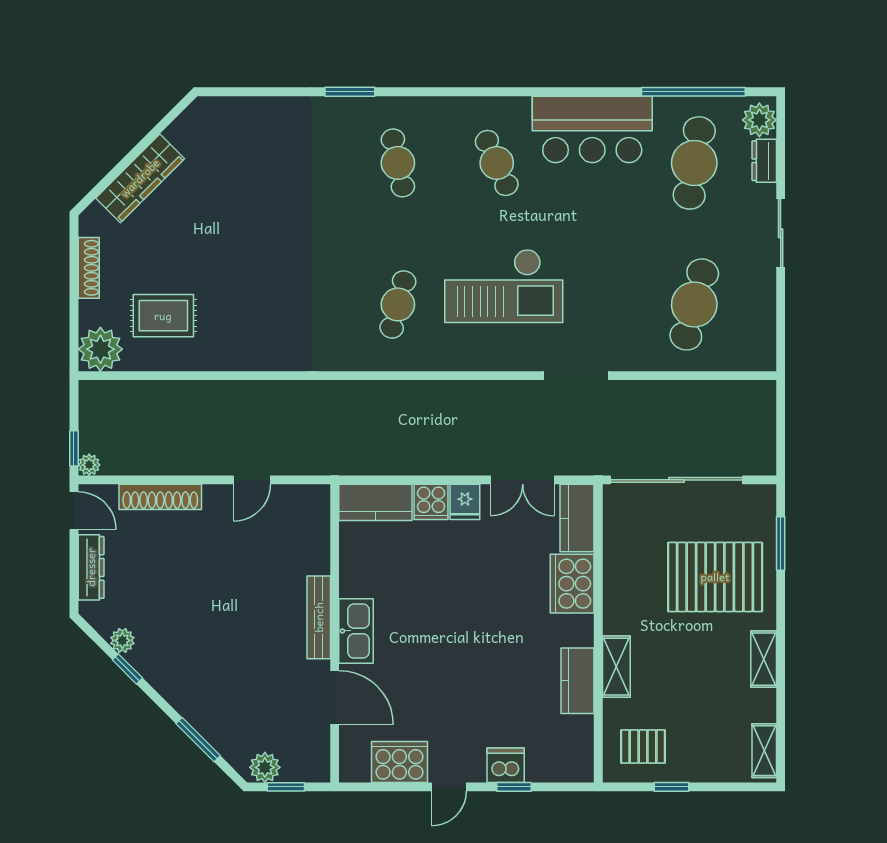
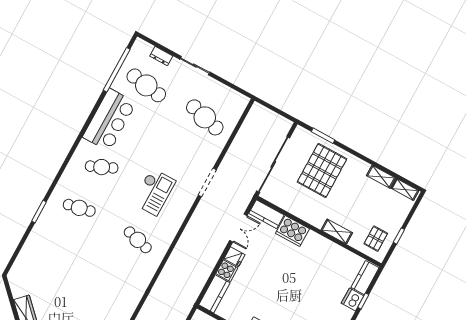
plant: (759, 120) -> (143, 49), removed
checkout: (504, 286) -> (154, 192), width x0.73, depth x0.83
shelving: (764, 659) -> (381, 177), moved
kitchen counter: (577, 681) -> (365, 278), moved, turned 90

